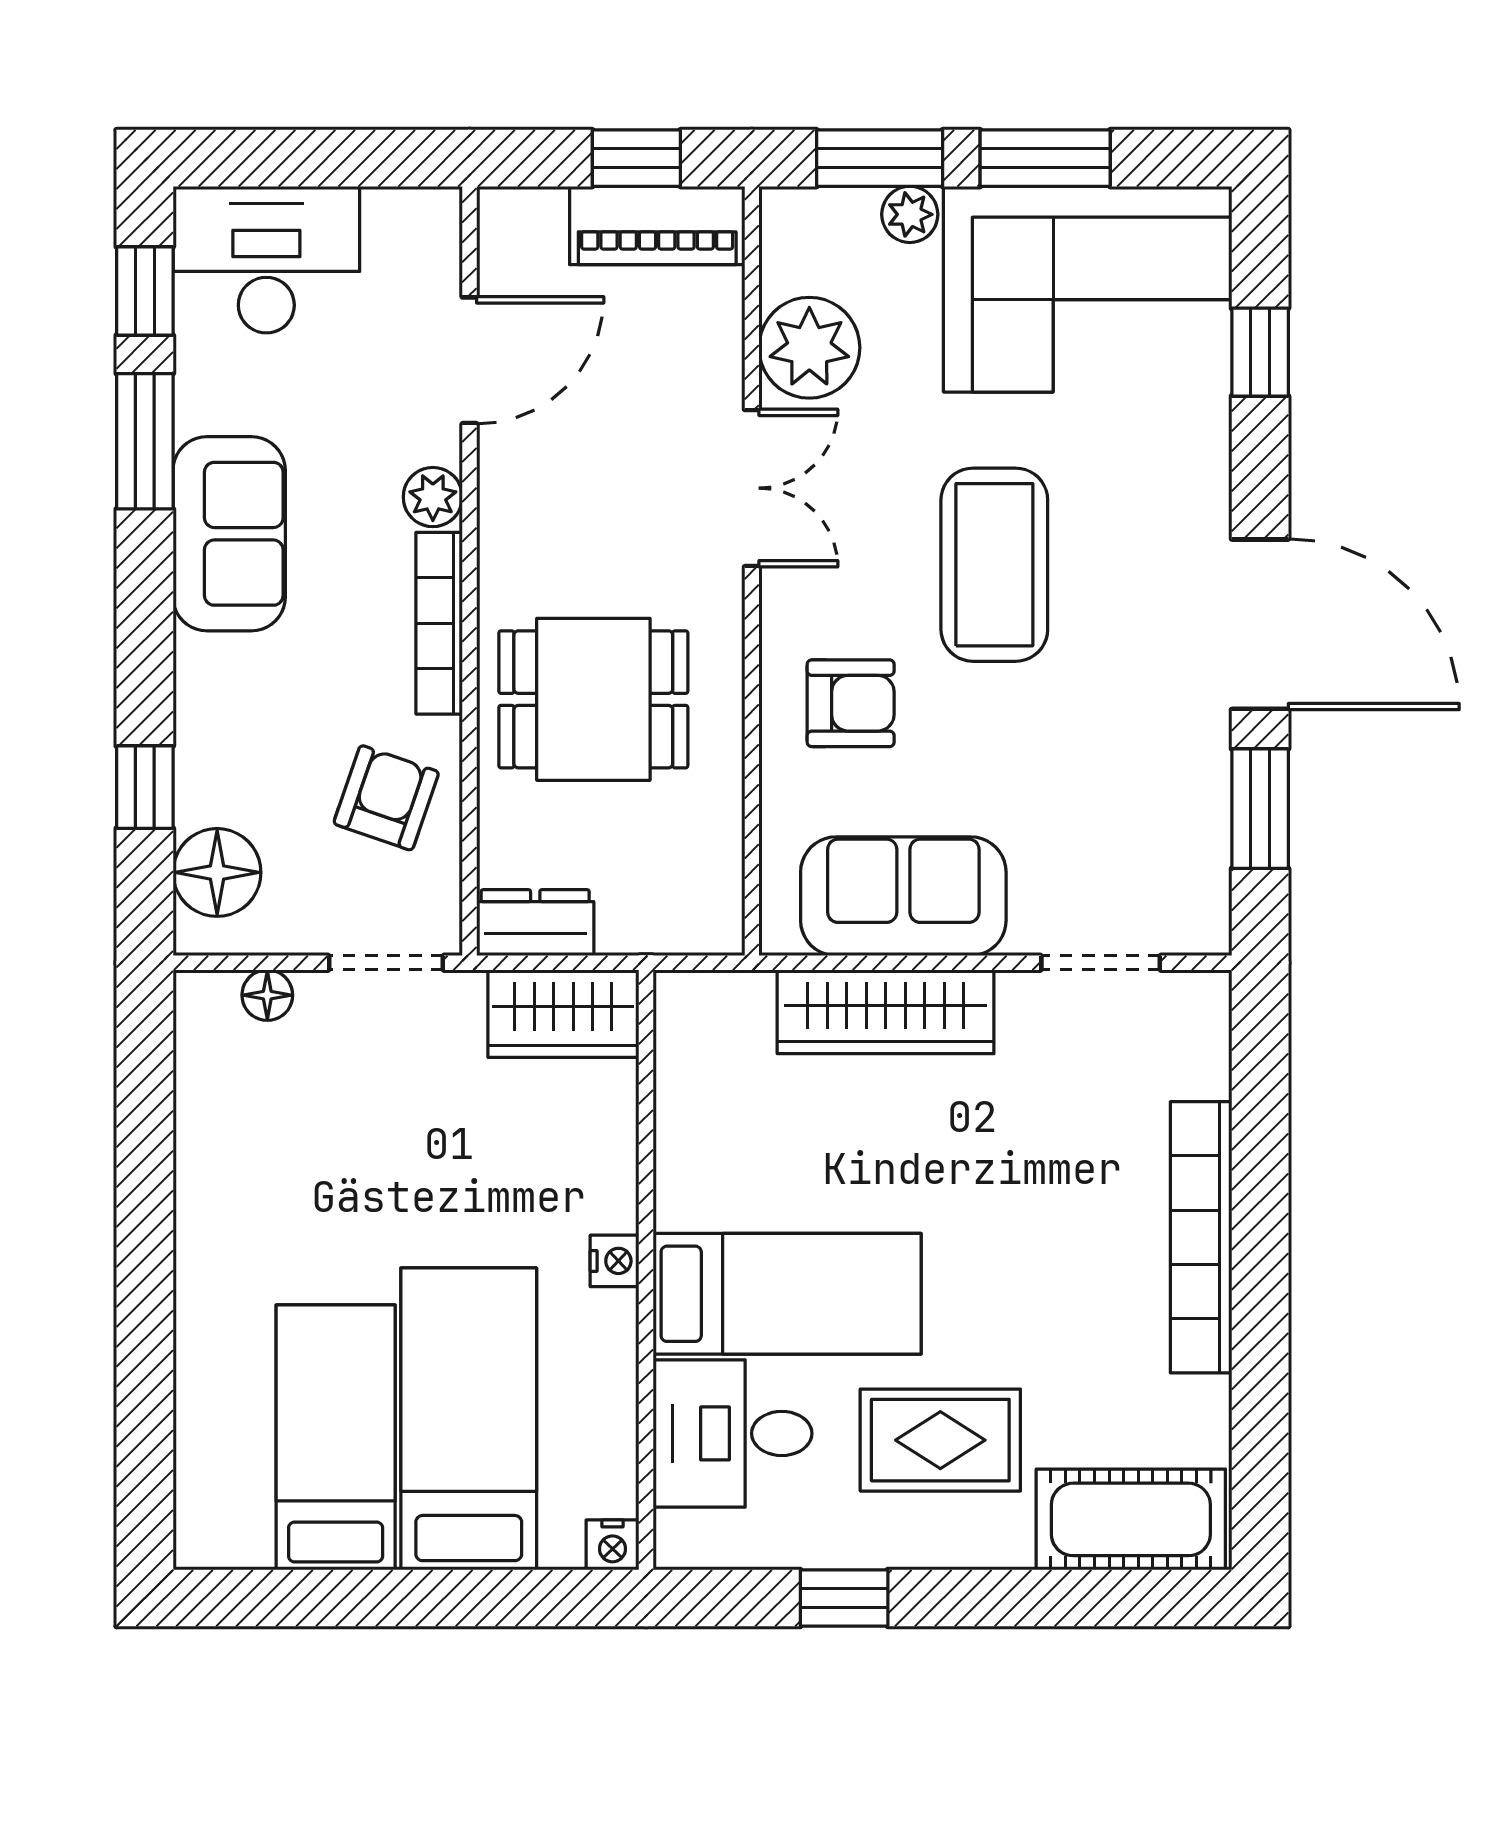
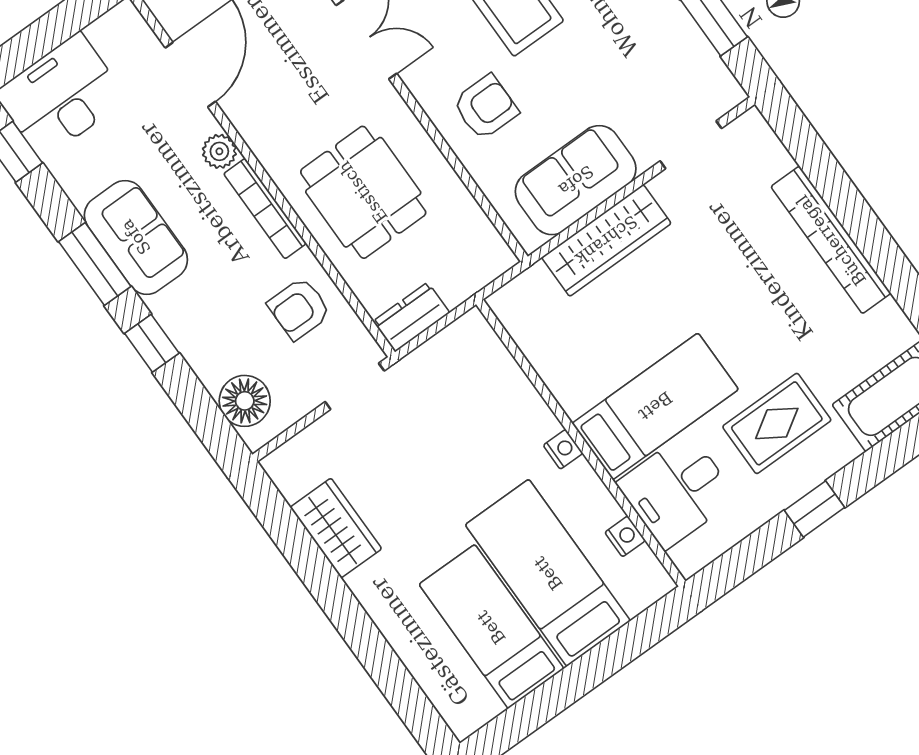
window: (145, 441) -> (95, 264), moved
dining table: (593, 699) -> (363, 192), turned 90
window: (145, 787) -> (152, 343), moved
armchair: (386, 798) -> (299, 309), turned -109
floor lamp: (267, 995) -> (310, 442), removed
wardrobe: (563, 1014) -> (336, 528), moved, turned -90
nightstand: (613, 1545) -> (625, 536), moved, turned -90
window: (844, 1598) -> (814, 509), moved

